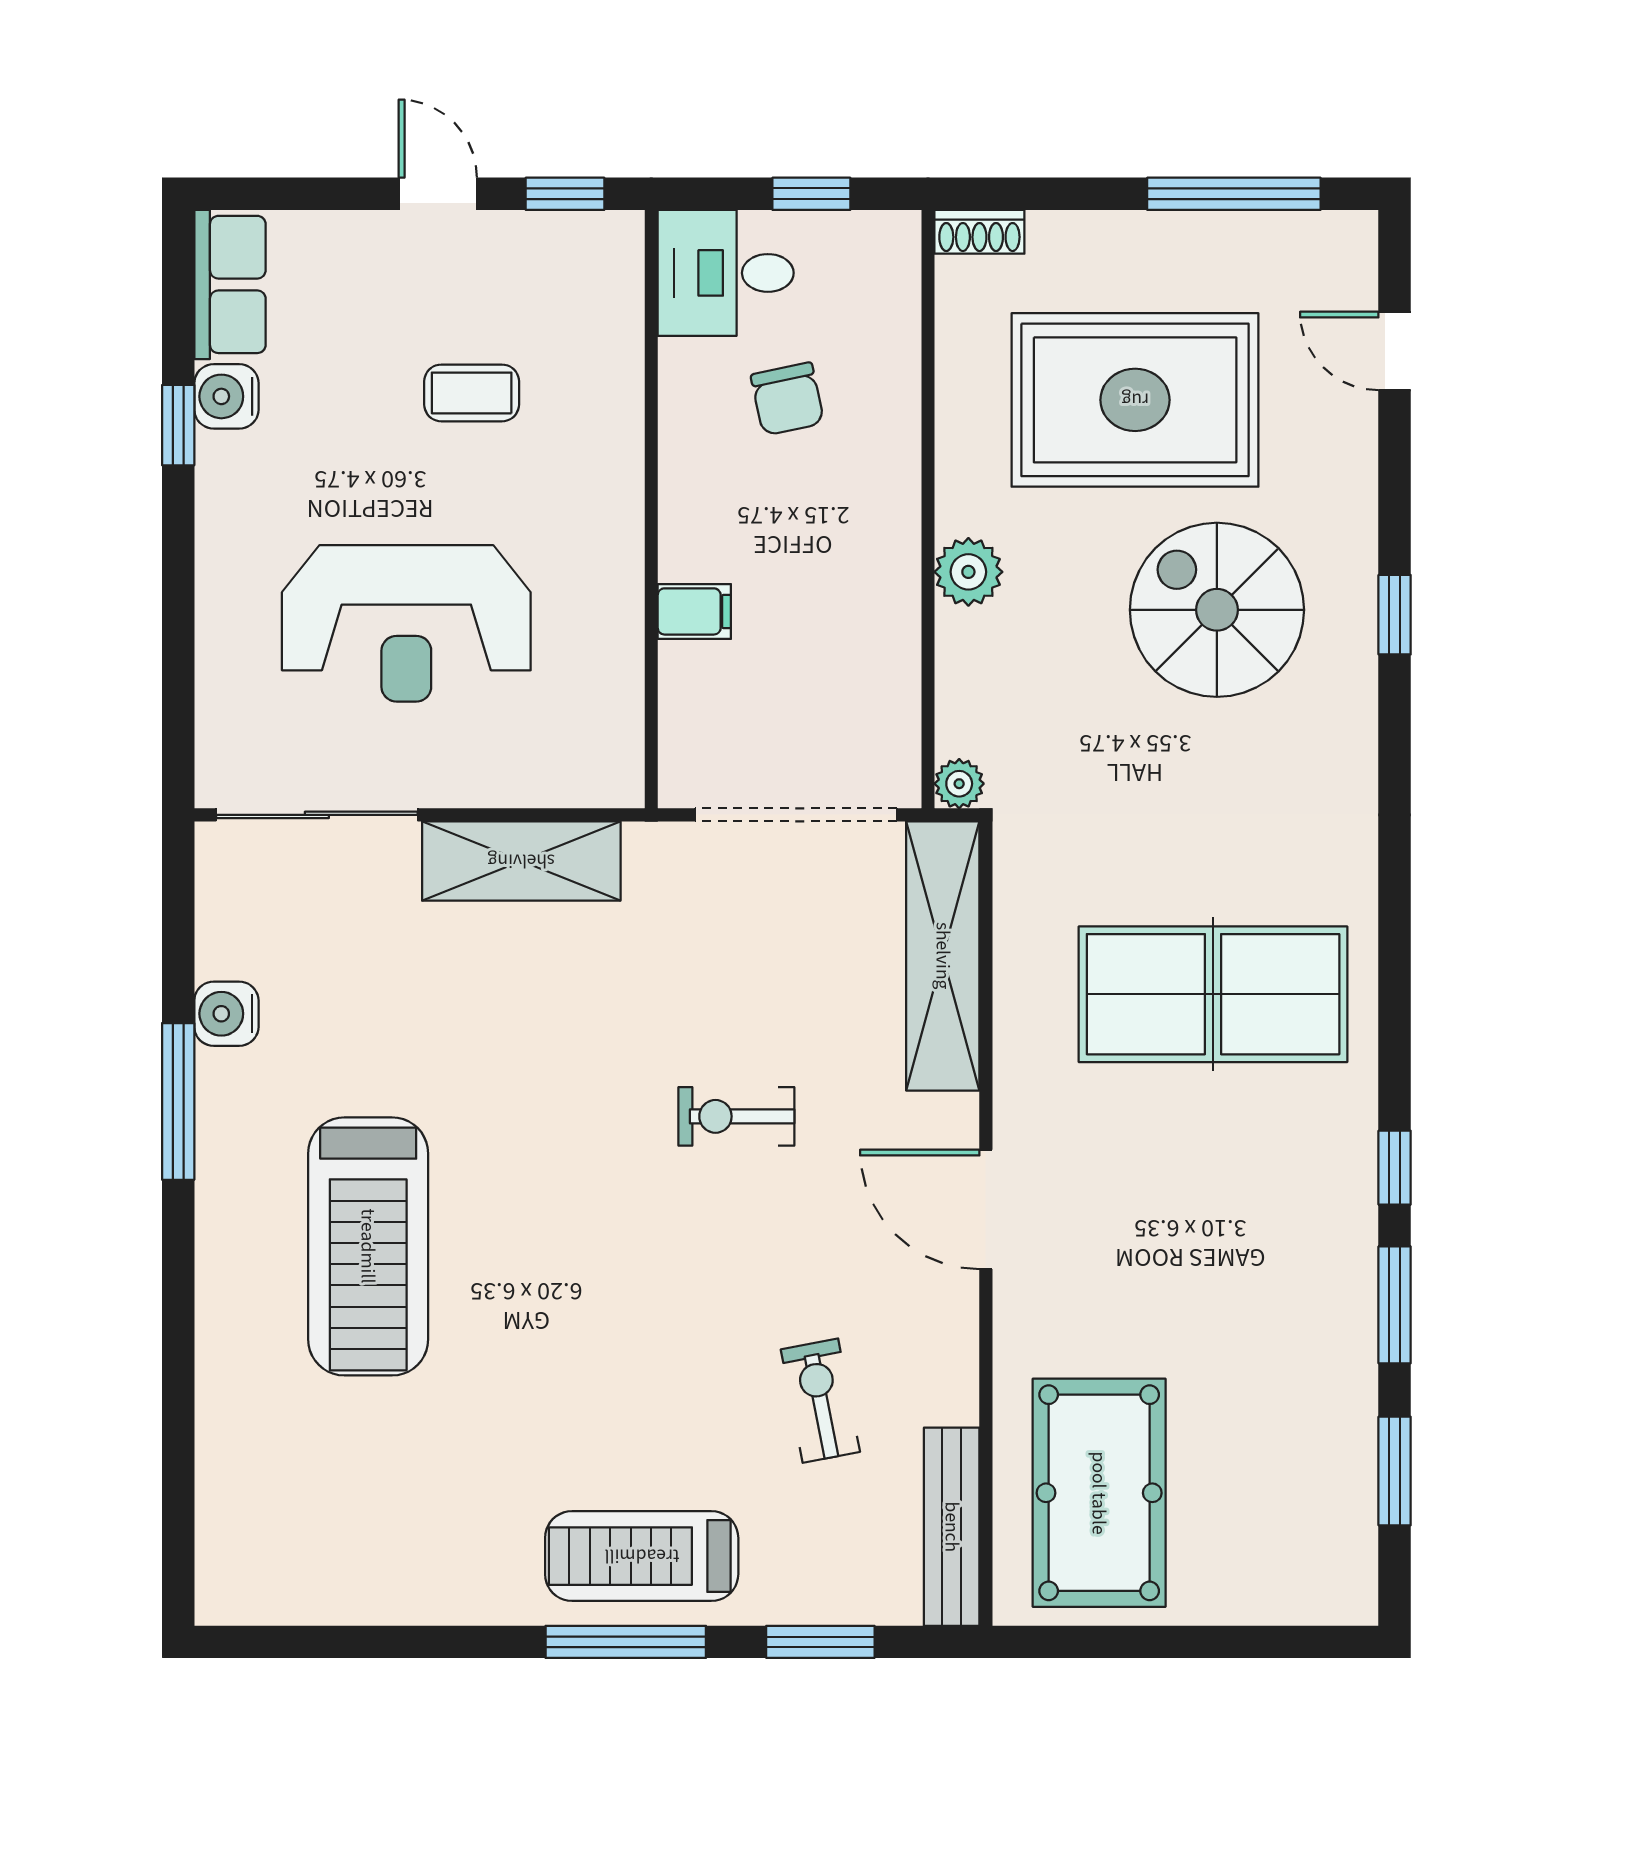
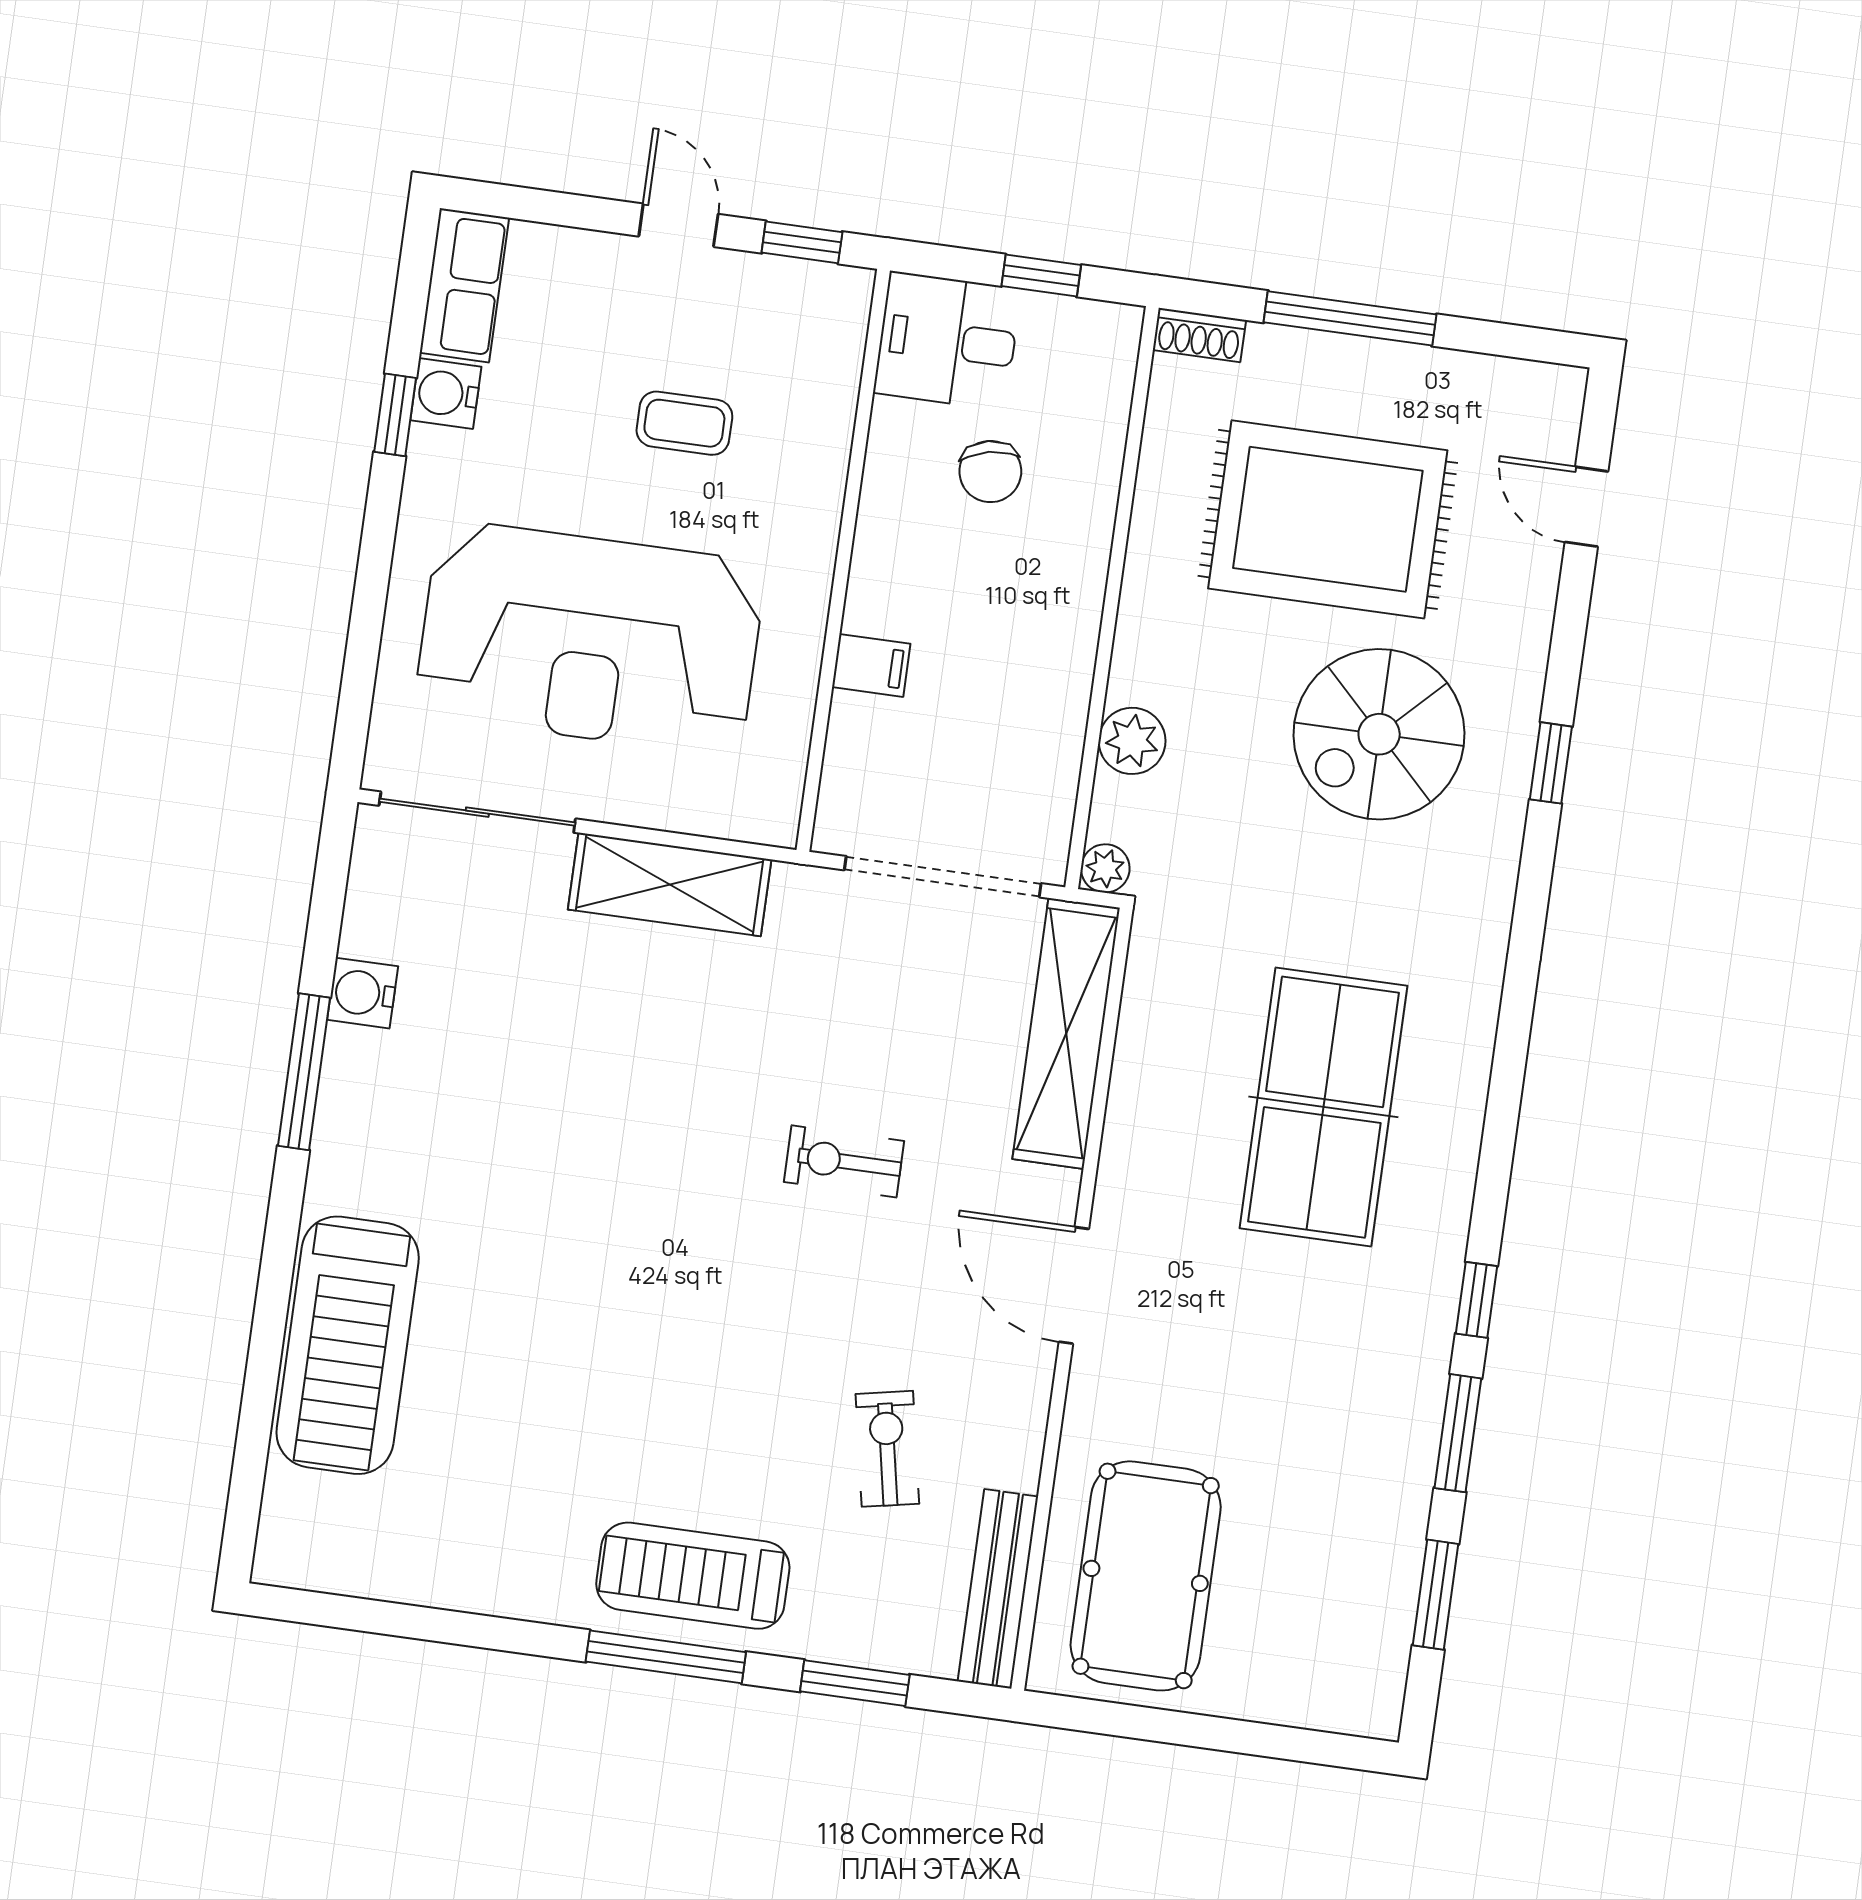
window: (1234, 194) -> (1350, 318), moved
plant: (968, 572) -> (1132, 741), moved
spiral stairs: (1217, 610) -> (1379, 734), turned -90
reception desk: (406, 623) -> (590, 638), width x1.36, depth x1.30
table tennis table: (1213, 994) -> (1323, 1107), turned 90
treadmill: (368, 1246) -> (348, 1345), moved

